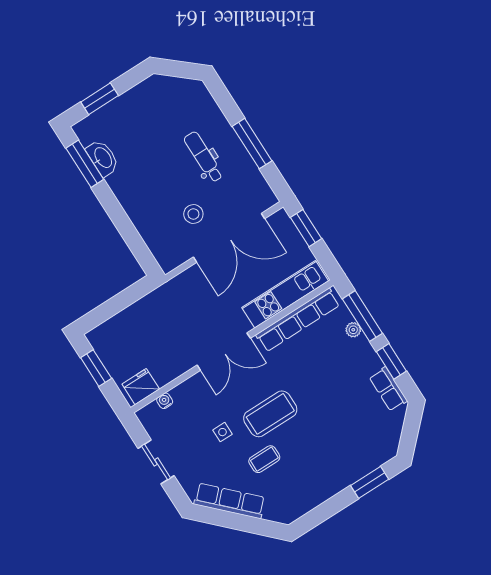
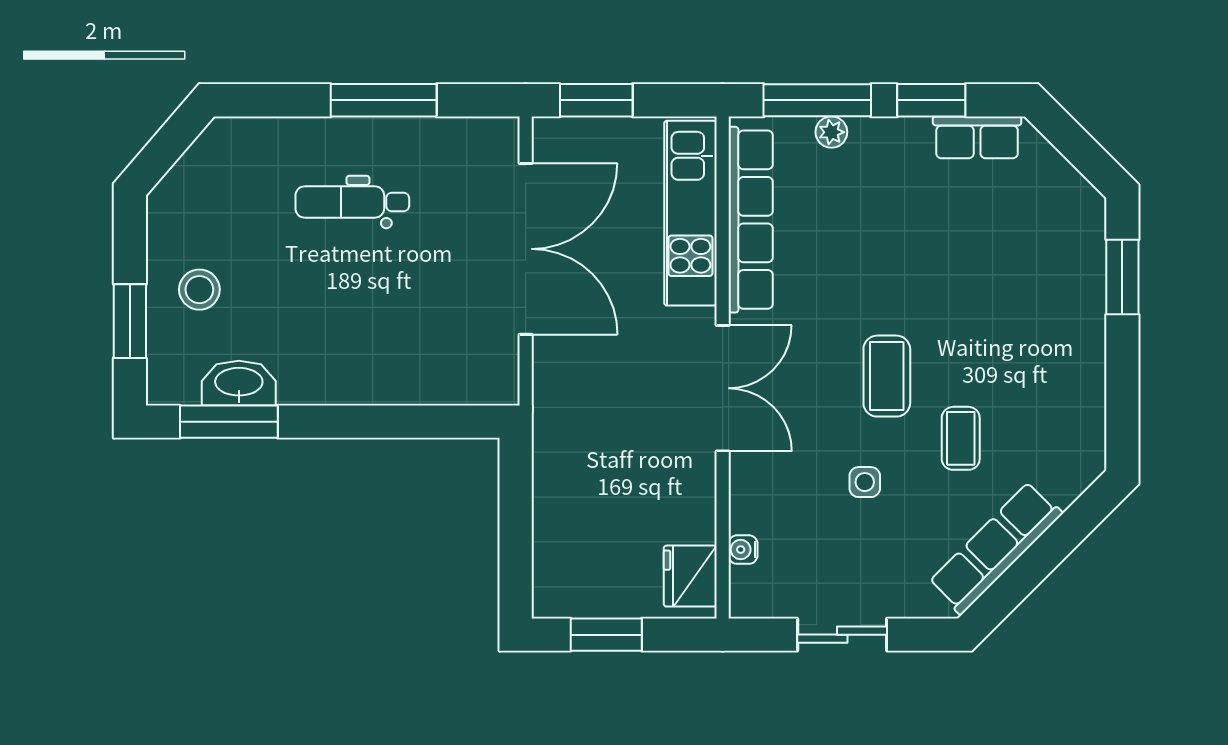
stool: (193, 214) -> (199, 290), moved
coffee table: (270, 414) -> (887, 376), width x0.73, depth x0.76

